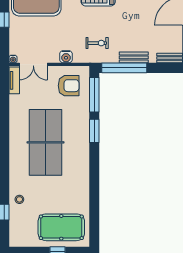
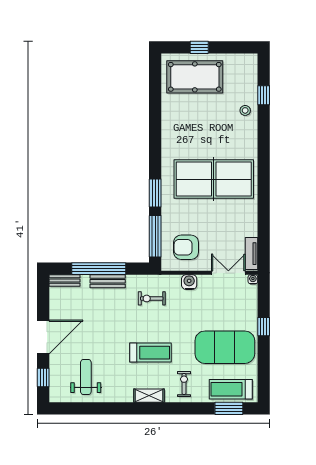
window: (124, 68) -> (99, 269), moved
table tennis table: (46, 142) -> (214, 179), turned 90

